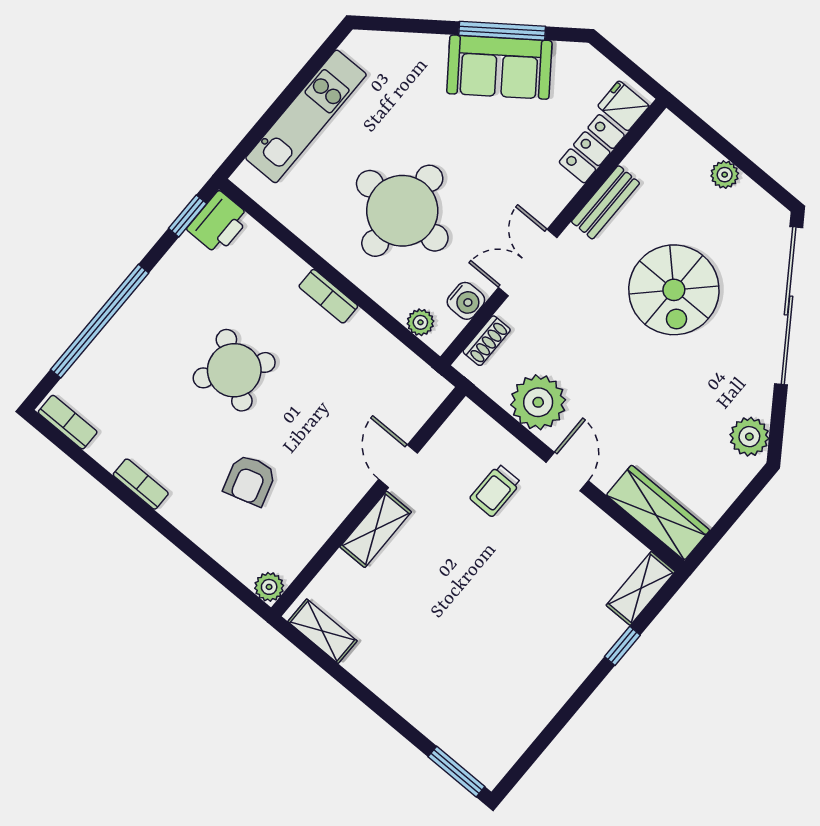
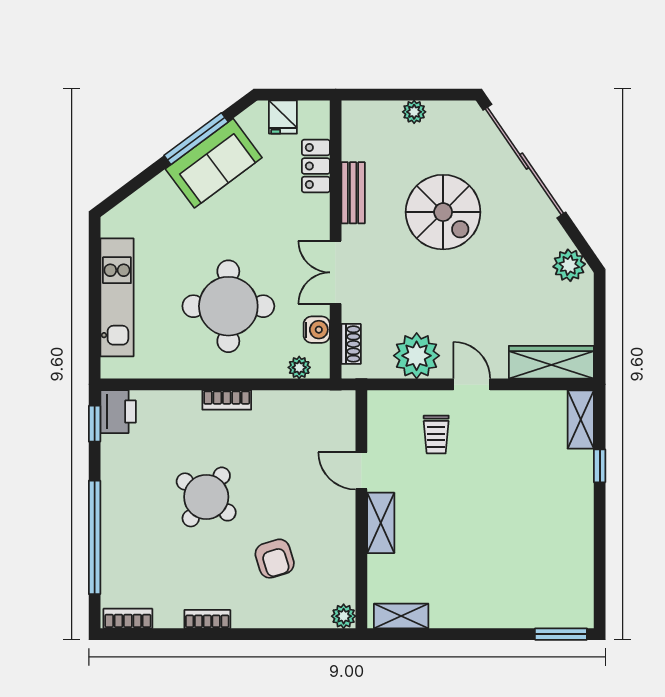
fridge: (623, 106) -> (283, 117), moved, turned -90

